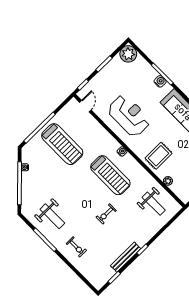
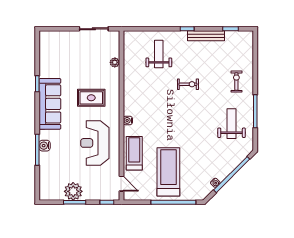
plant: (128, 54) -> (73, 191), moved
door: (85, 106) -> (121, 184), swing flipped
rug: (158, 156) -> (91, 98), moved
treadmill: (110, 175) -> (134, 153), moved, width x0.73, depth x0.73
weight bench: (154, 204) -> (159, 54), moved

